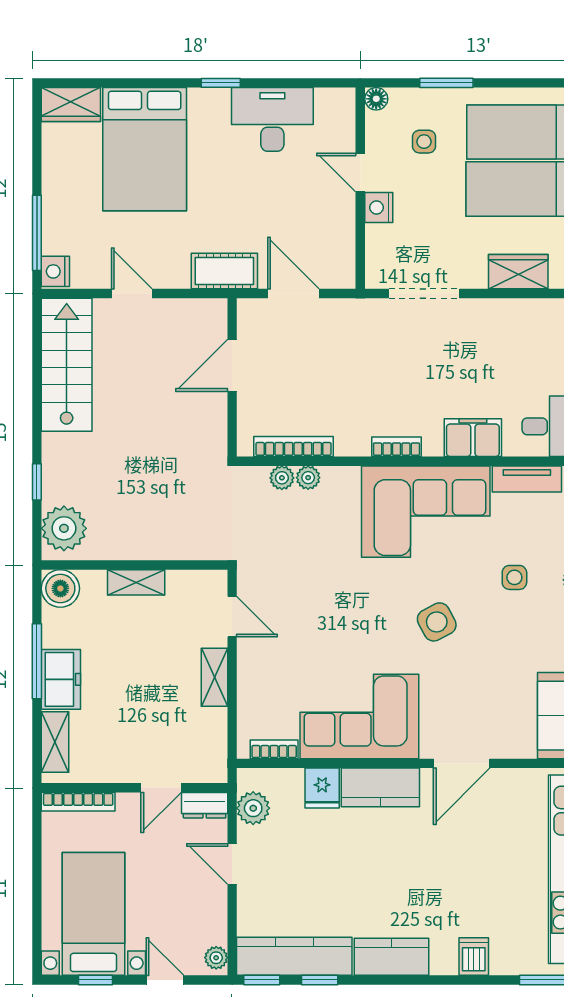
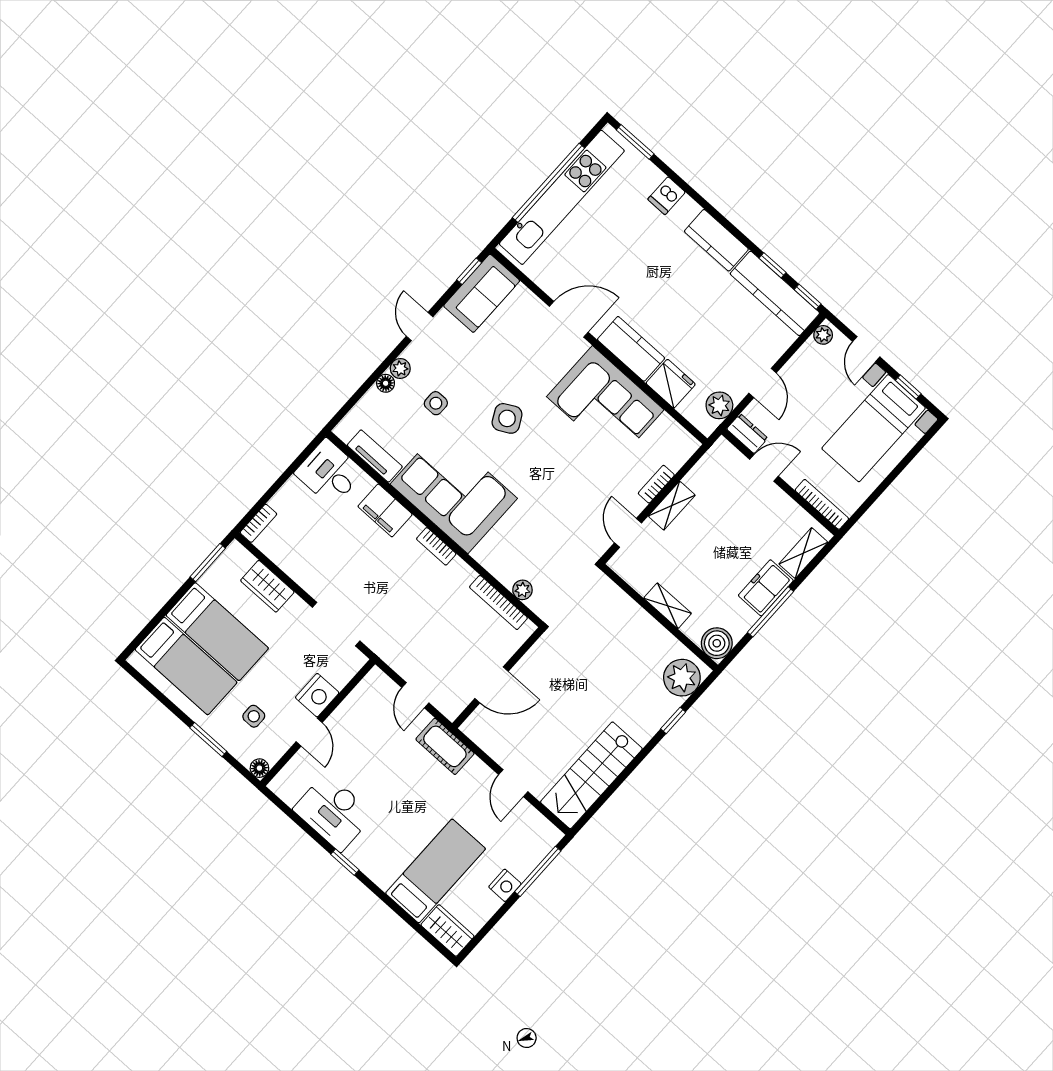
bed: (145, 149) -> (436, 871), width x0.67
nightstand: (379, 208) -> (317, 695), width x1.36, depth x1.33
nightstand: (55, 271) -> (505, 885), moved
door: (293, 293) -> (415, 695), width x0.73
plant: (308, 478) -> (507, 576), removed
bookcase: (274, 749) -> (656, 484), moved, turned 90
fridge: (322, 788) -> (671, 384), width x1.38

